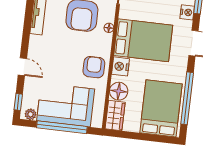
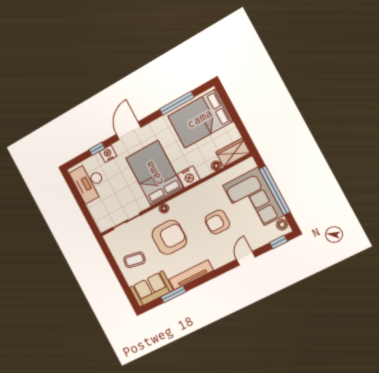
armchair: (94, 67) -> (217, 222), moved
floor lamp: (119, 91) -> (216, 166), width x0.53, depth x0.53
window: (187, 98) -> (177, 103), width x0.68

